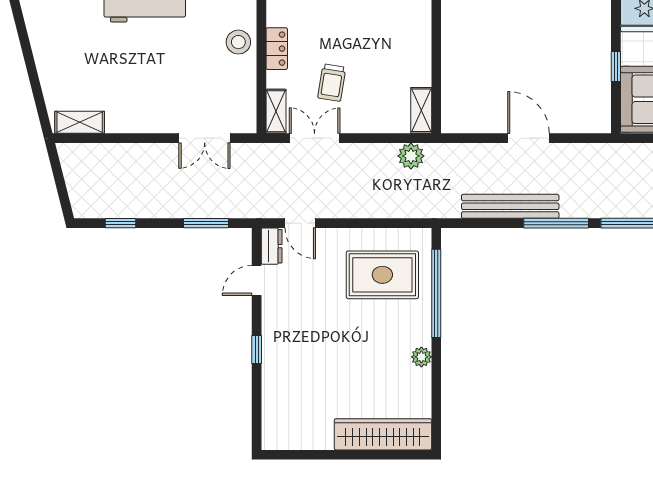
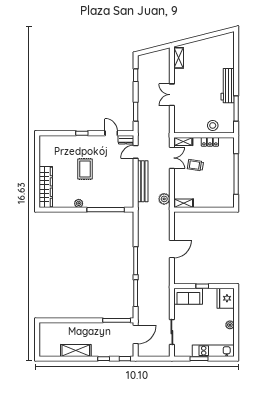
double door: (205, 138) -> (172, 95), moved
bench: (510, 206) -> (143, 181), moved
rug: (382, 275) -> (85, 169), moved, width x0.73, depth x0.70

